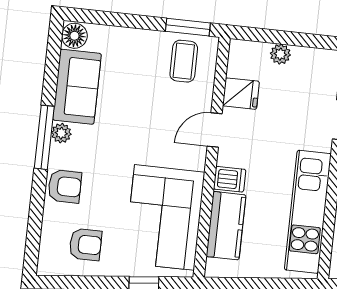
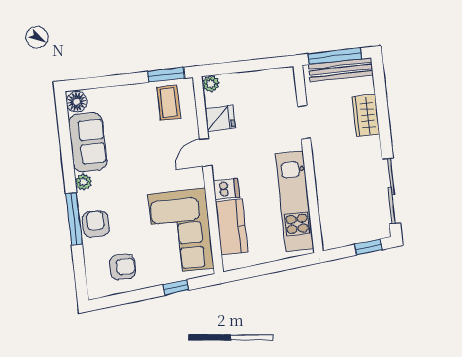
plant: (280, 54) -> (211, 84), moved
window: (44, 137) -> (74, 219), moved
armchair: (65, 186) -> (96, 224), turned -90

